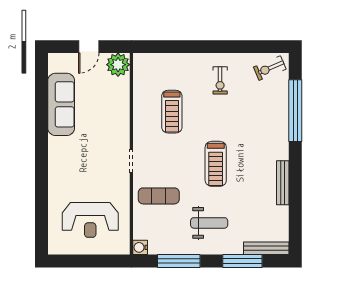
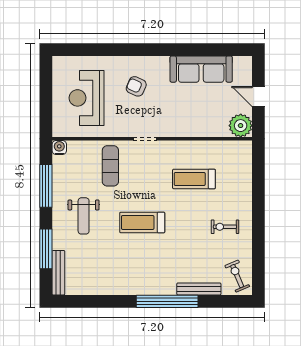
window: (295, 111) -> (167, 301), moved
armchair: (79, 170) -> (136, 86), added
bench: (283, 183) -> (199, 289), moved

